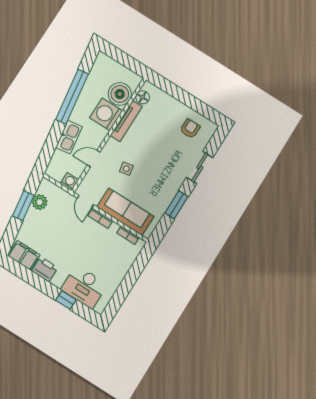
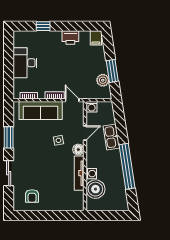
floor lamp: (143, 97) -> (78, 150), moved
washing machine: (106, 114) -> (91, 174), width x0.53, depth x0.53
filing cabinet: (24, 255) -> (96, 38), width x0.50
desk: (84, 287) -> (25, 63), moved, turned -90

